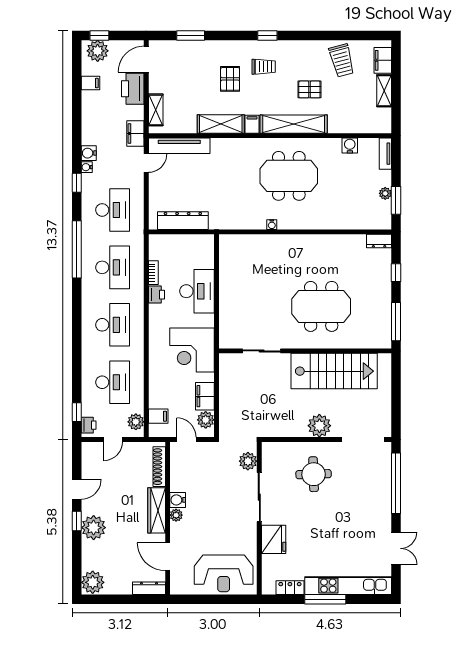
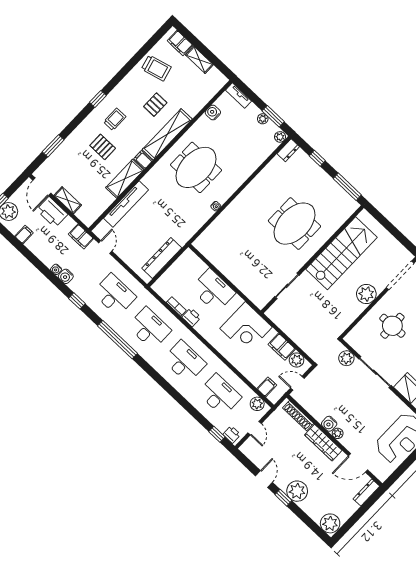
shelving: (156, 110) -> (68, 200), moved
tv unit: (179, 146) -> (126, 204), moved
water cooler: (87, 167) -> (56, 269), moved
plant: (384, 223) -> (280, 137), added

